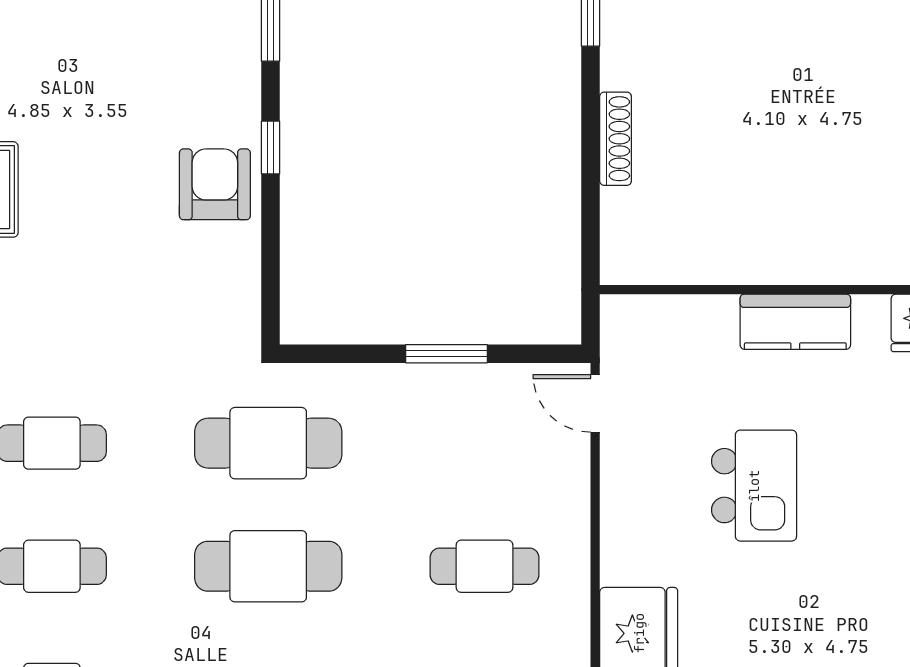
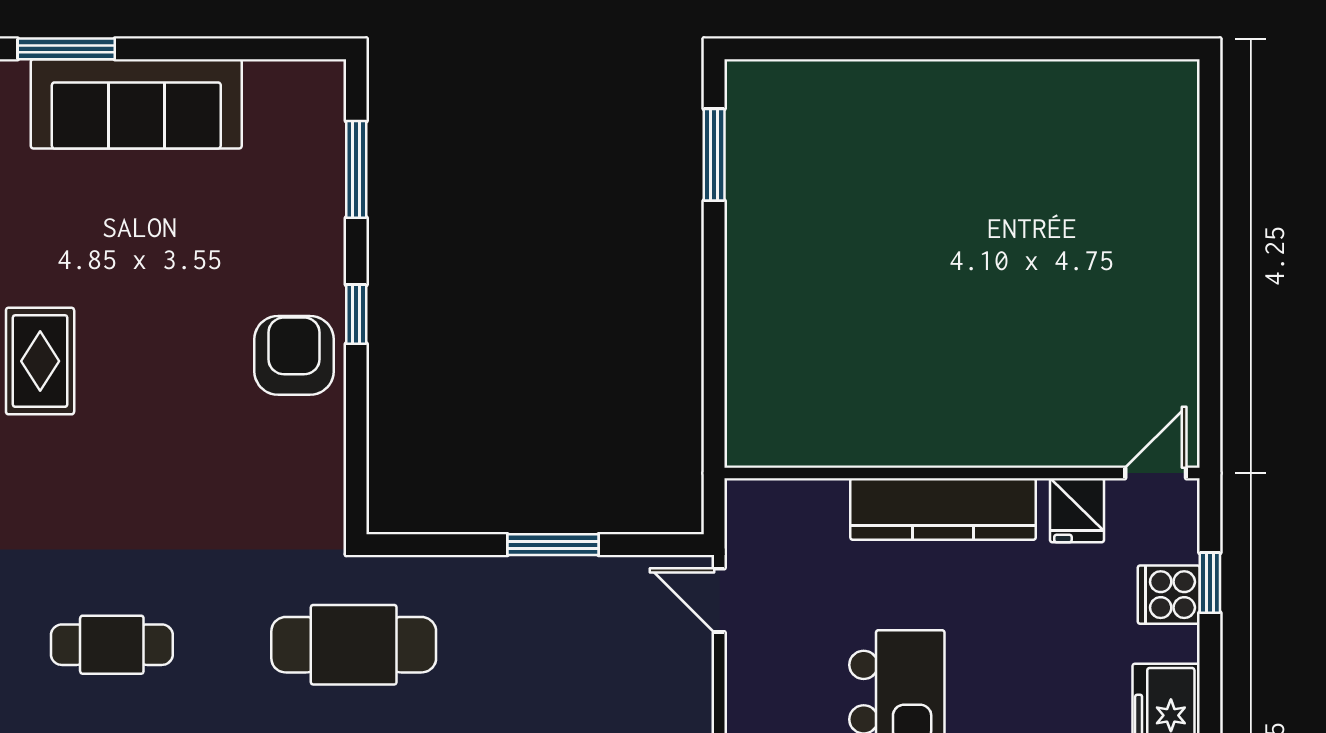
shoe rack: (616, 139) -> (742, 304), removed
kitchen counter: (795, 322) -> (943, 509), width x1.50

